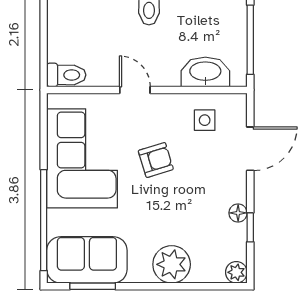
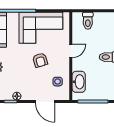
toilet: (66, 75) -> (88, 21), moved

